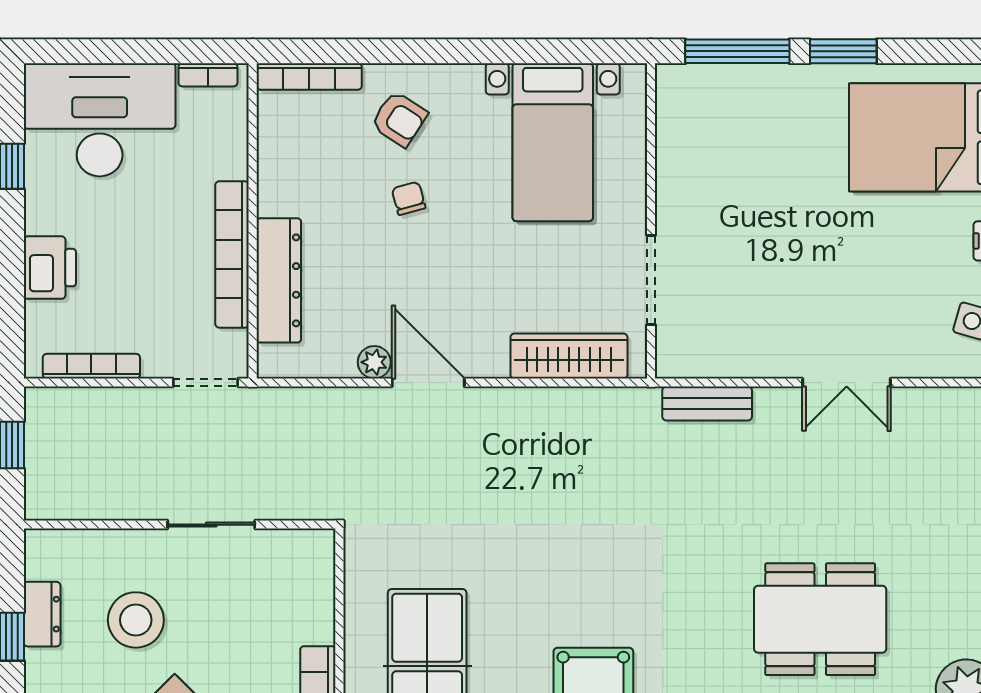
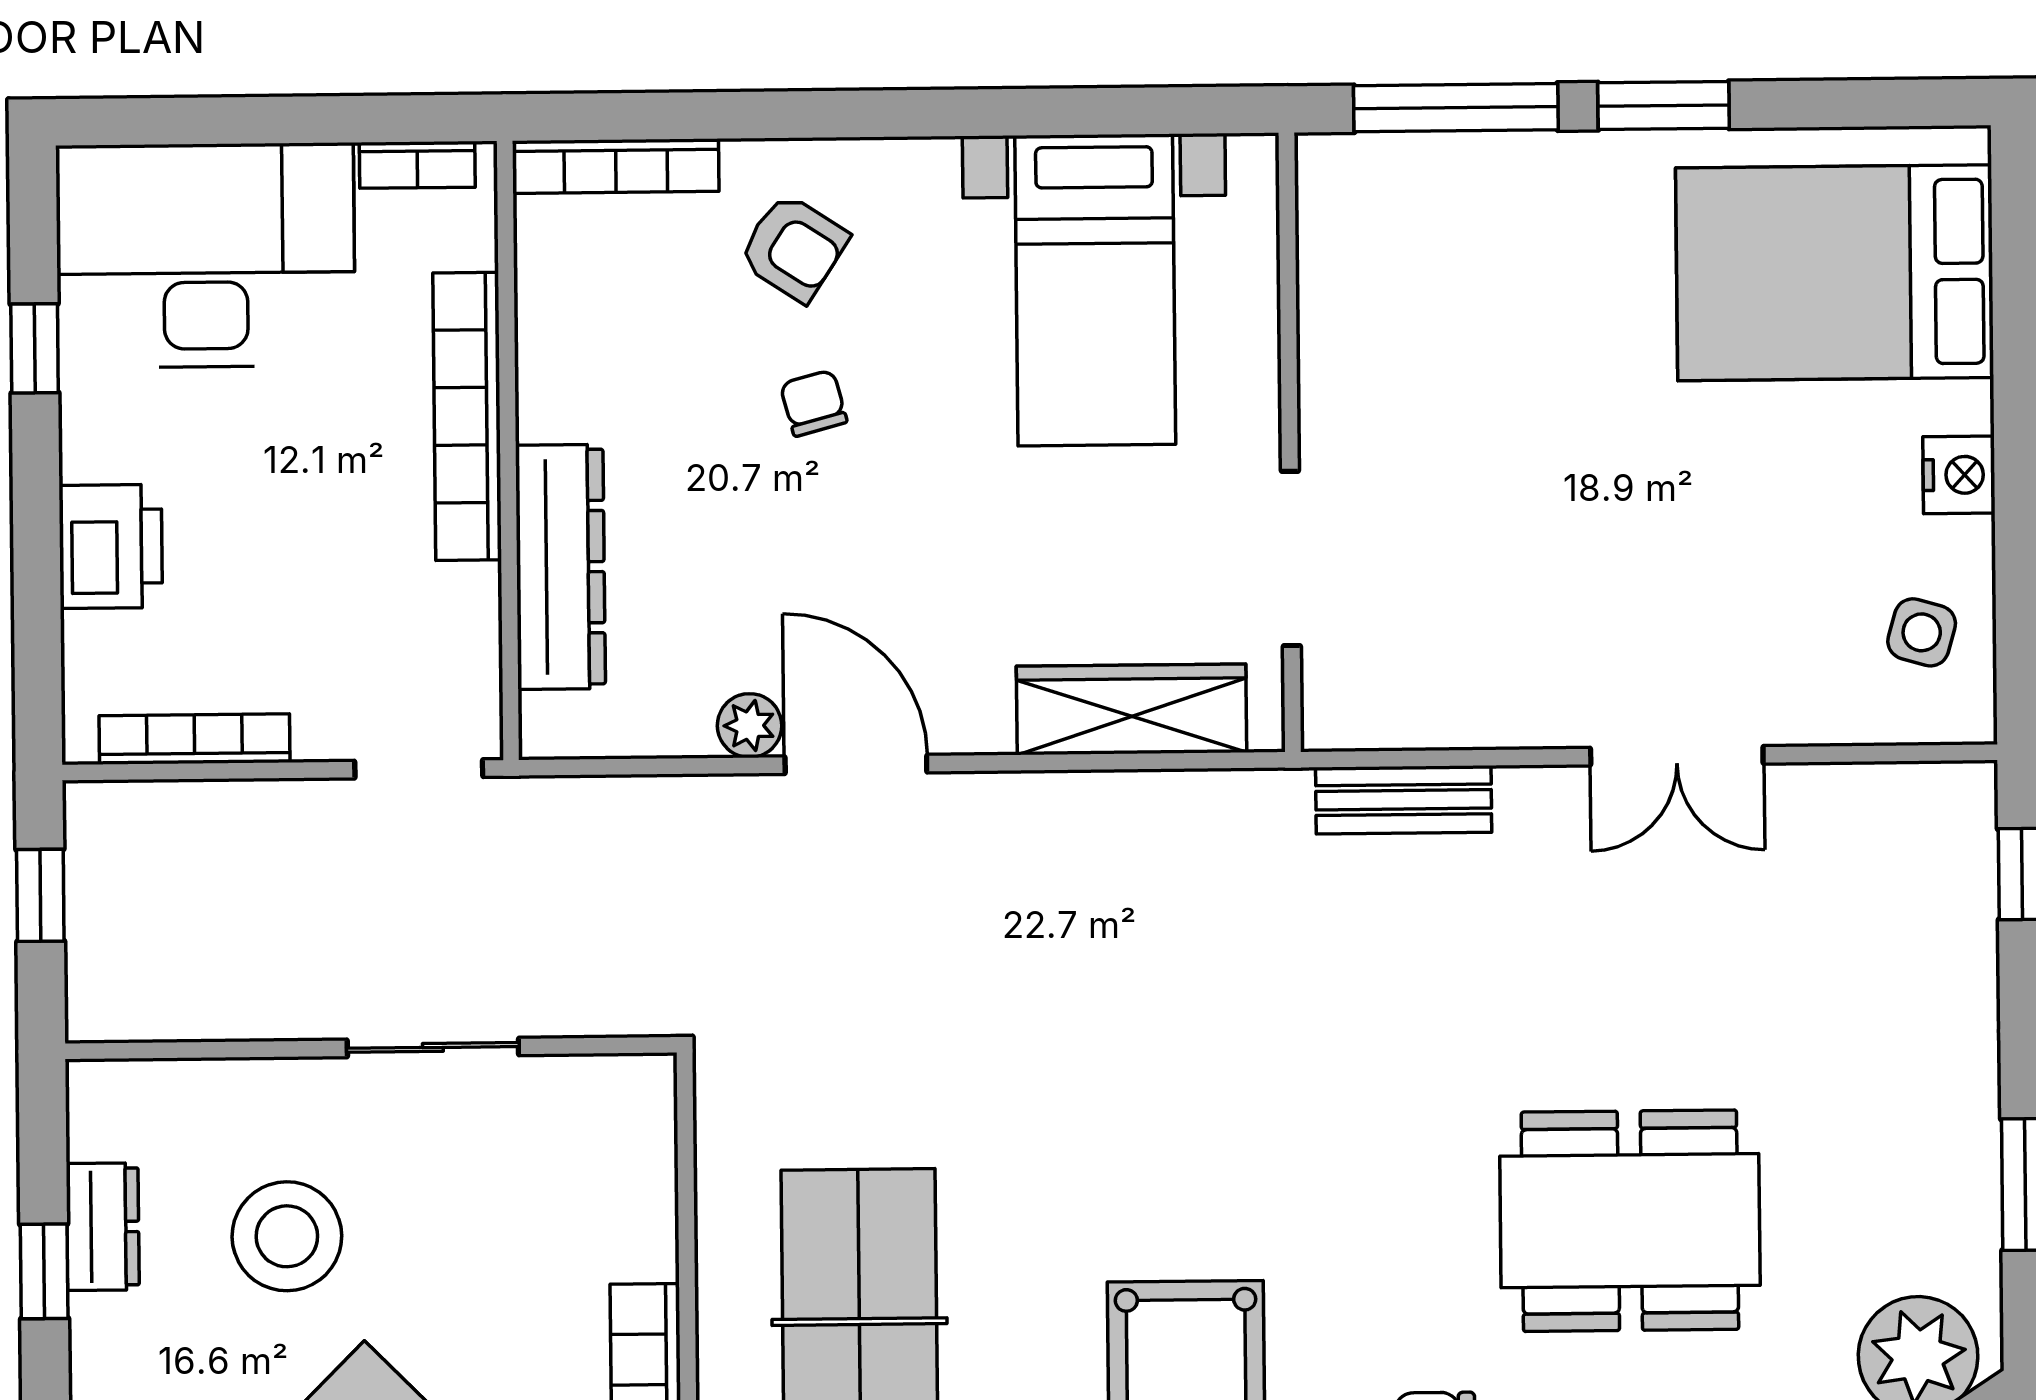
bookcase: (232, 254) -> (467, 416), moved

